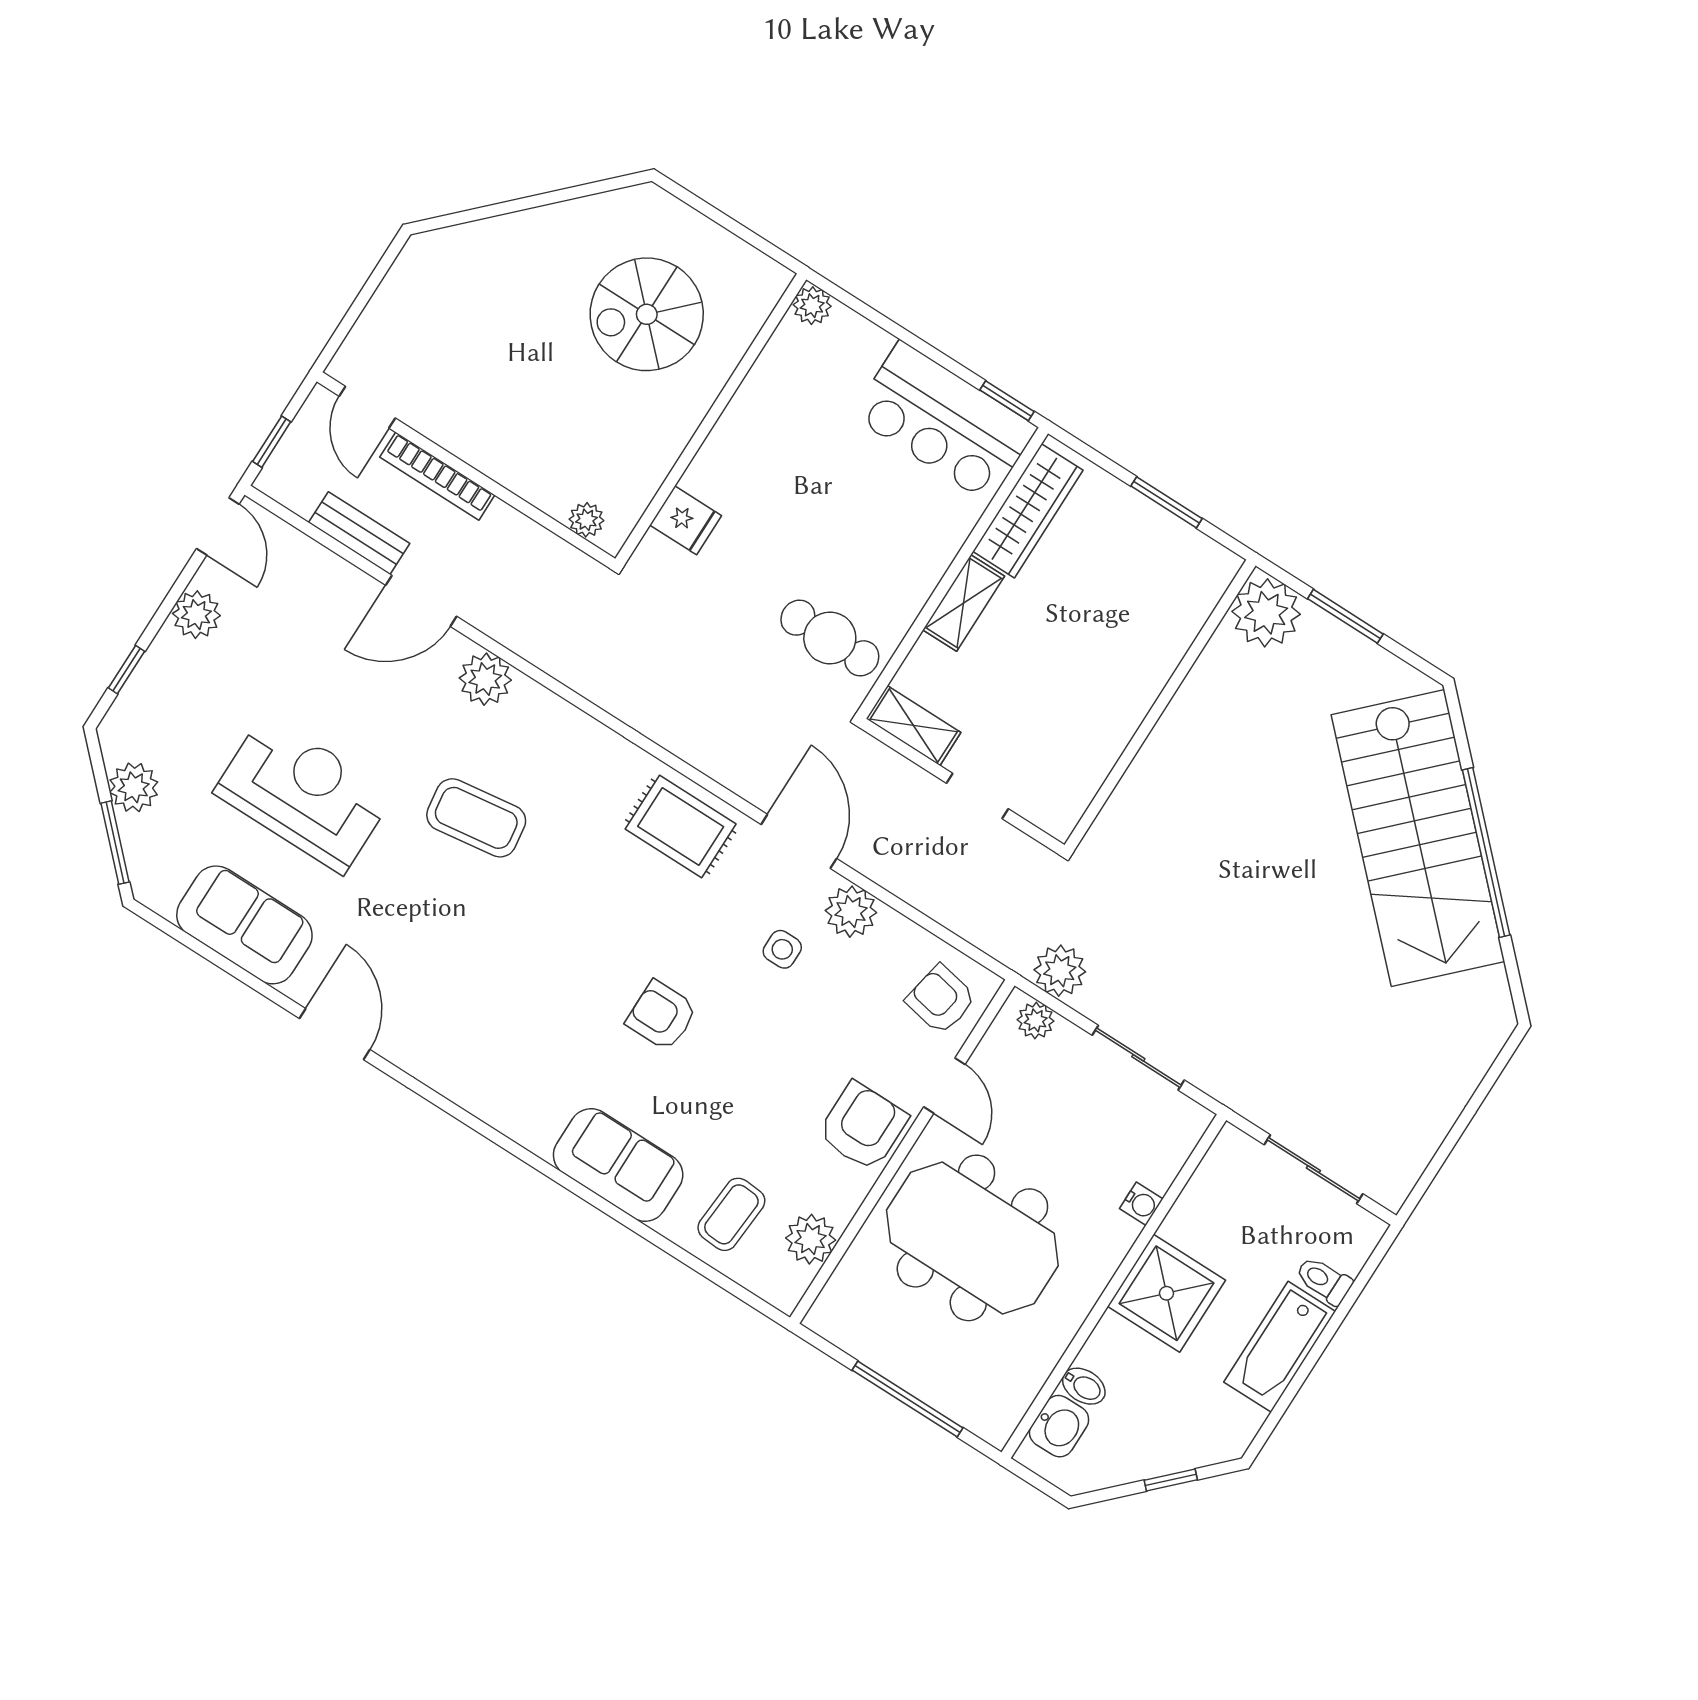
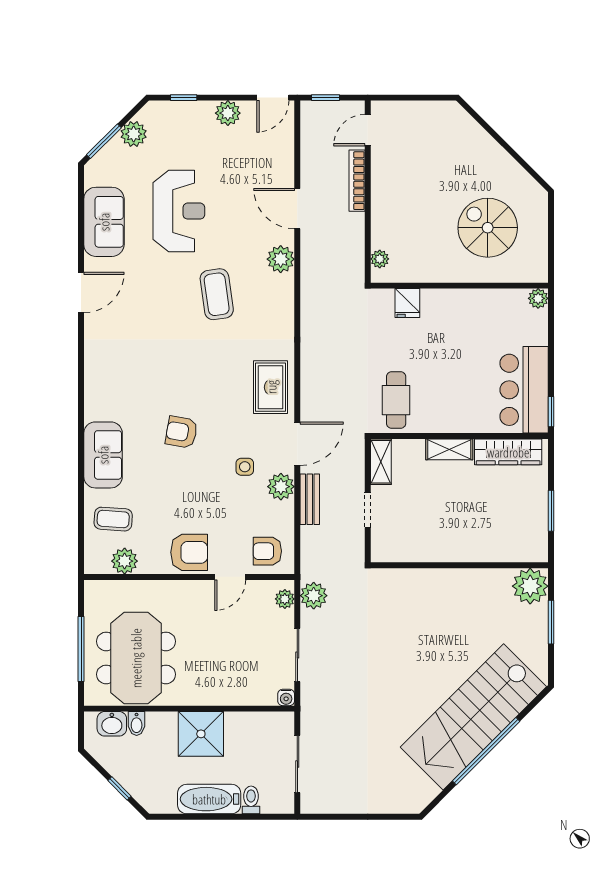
bench: (359, 533) -> (310, 499), moved
armchair: (941, 1000) -> (267, 551), turned -101
armchair: (662, 1016) -> (181, 432), turned -80
water cooler: (1141, 1204) -> (286, 697), moved
meeting table: (972, 1238) -> (136, 658), moved

